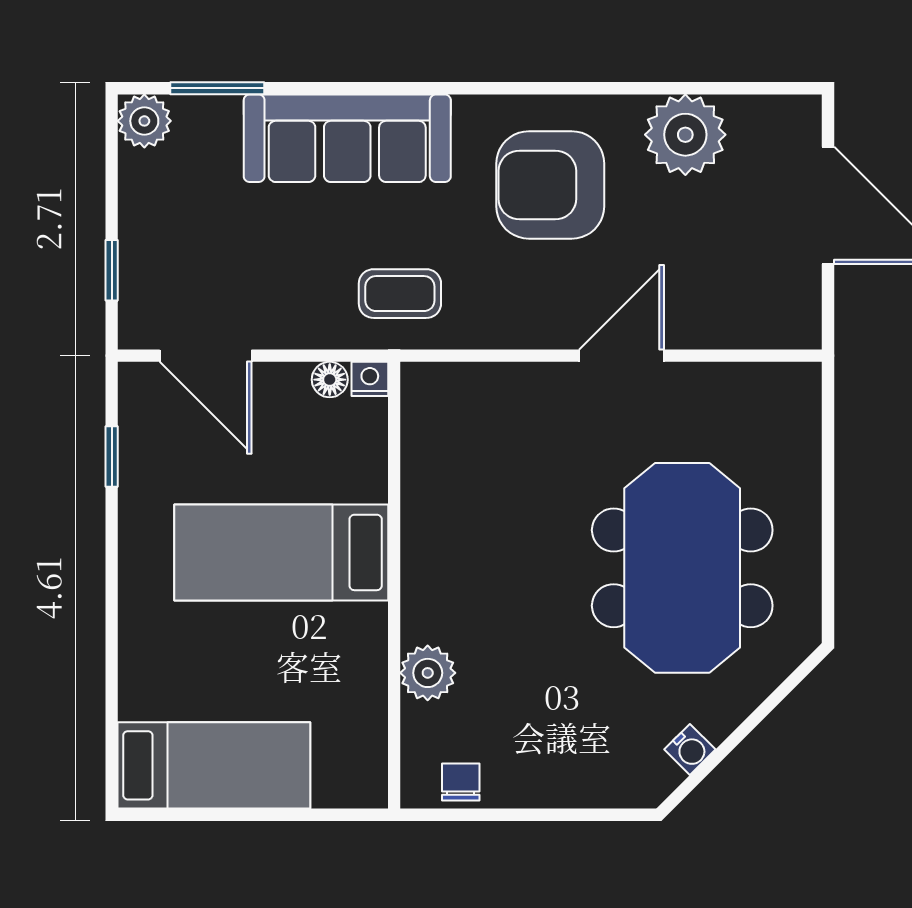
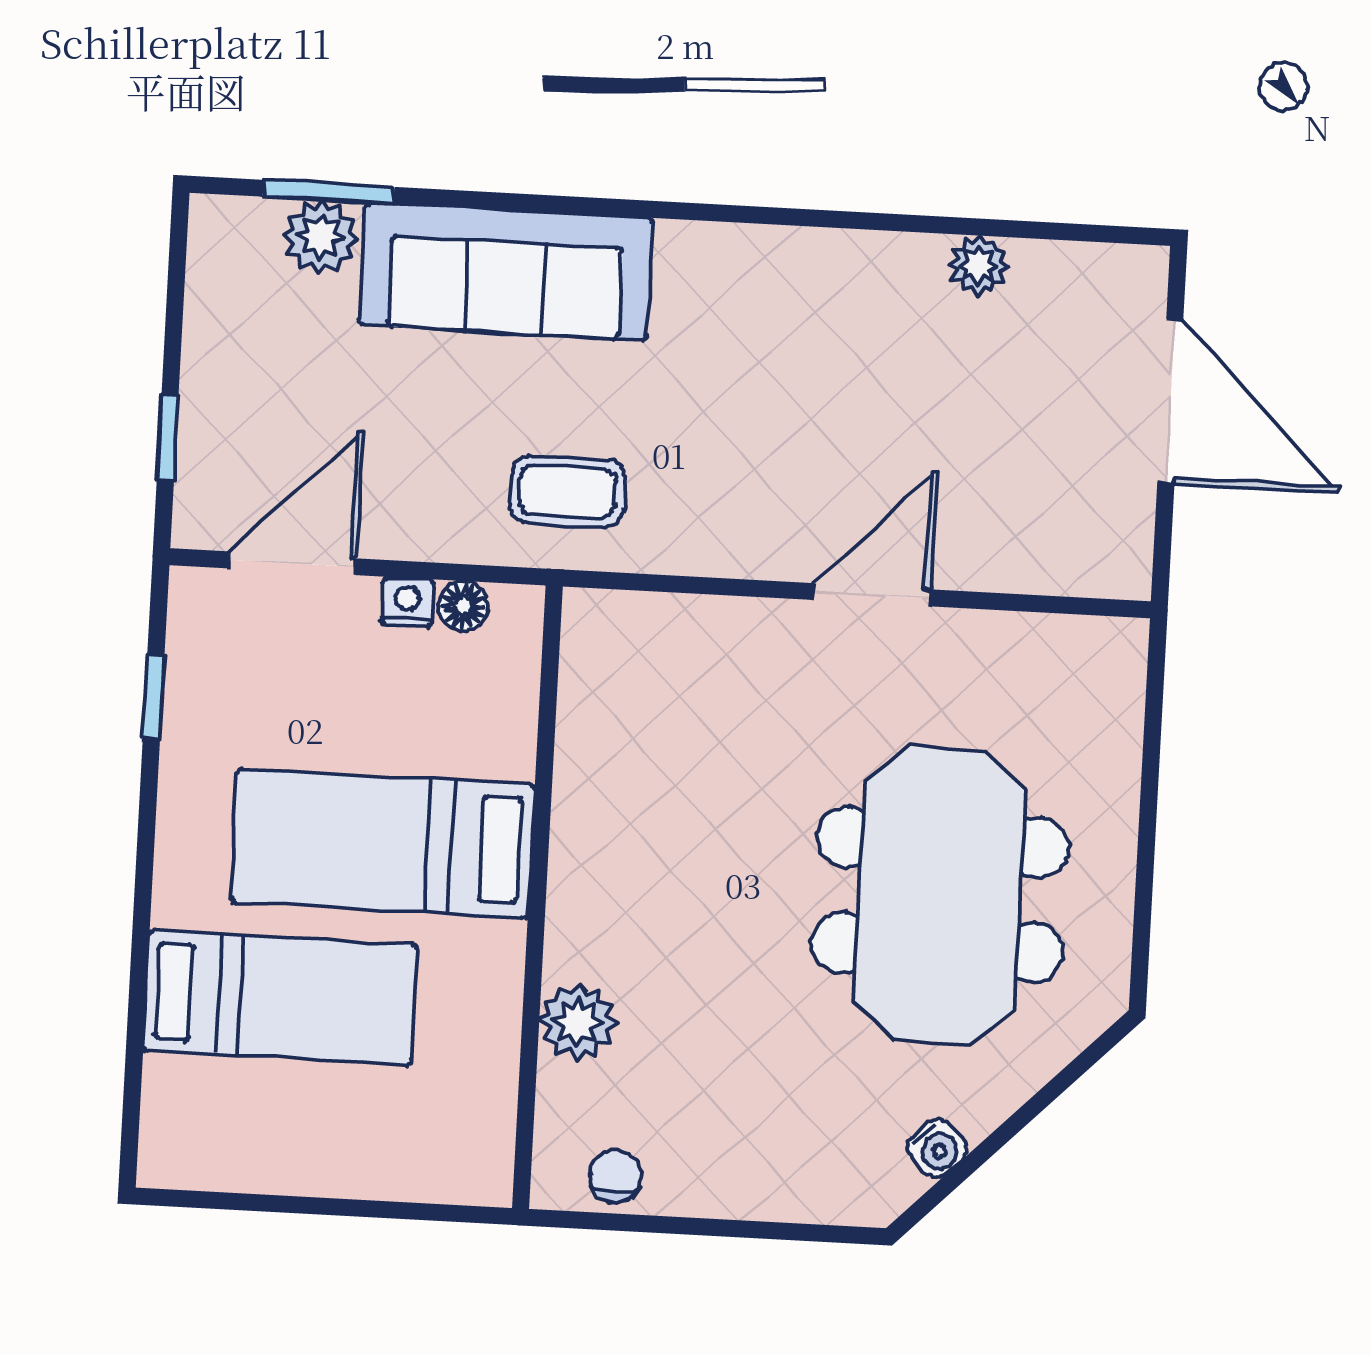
plant: (144, 121) -> (320, 237), moved
plant: (685, 135) -> (978, 266), width x0.53, depth x0.53
armchair: (550, 185) -> (785, 352), removed
door: (206, 356) -> (292, 563), swing flipped
nightstand: (370, 379) -> (407, 602), moved
bed: (214, 765) -> (280, 997), moved

